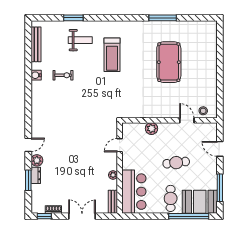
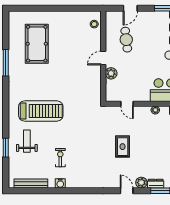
treadmill: (112, 55) -> (41, 111), width x1.37, depth x1.38
pool table: (169, 62) -> (37, 44), moved, turned 90
door: (187, 120) -> (103, 58), moved
rug: (75, 141) -> (123, 147), added
cafe table: (176, 163) -> (126, 40), moved

